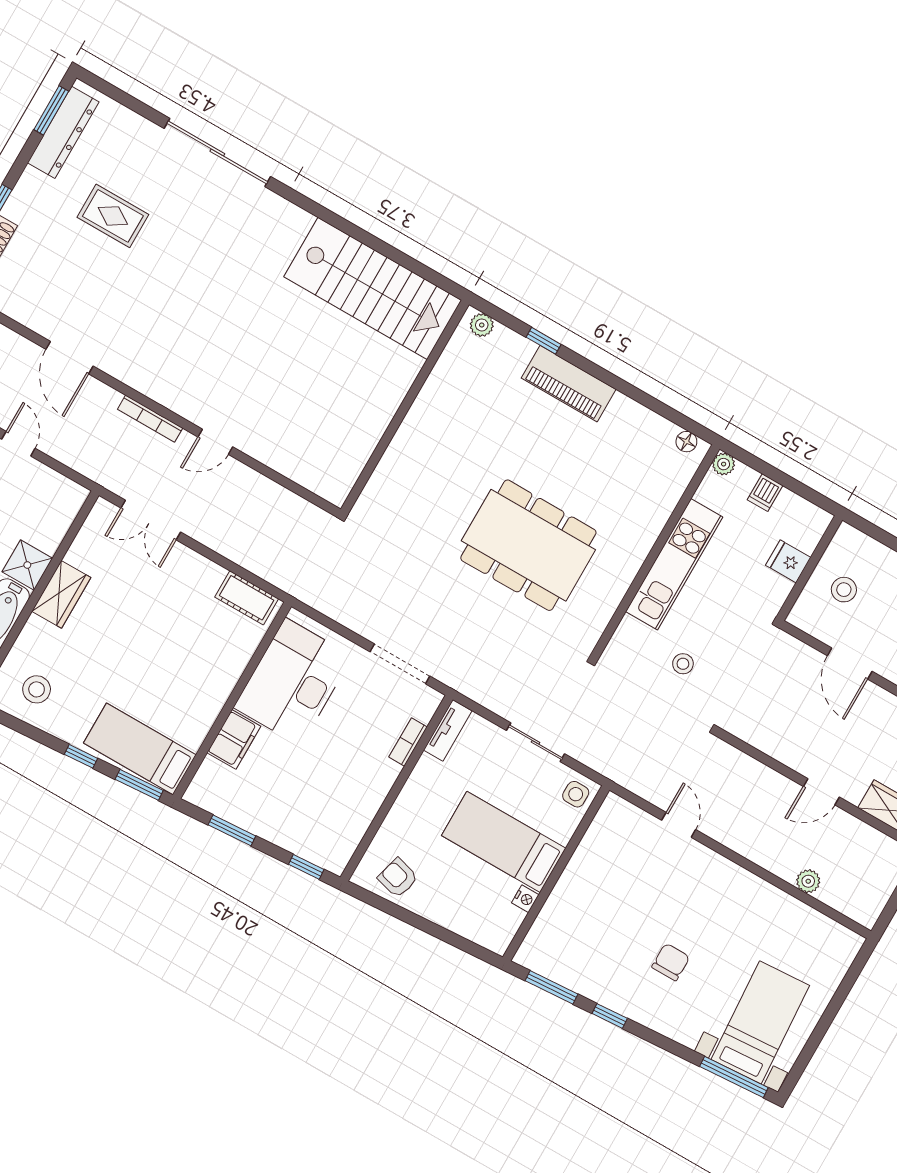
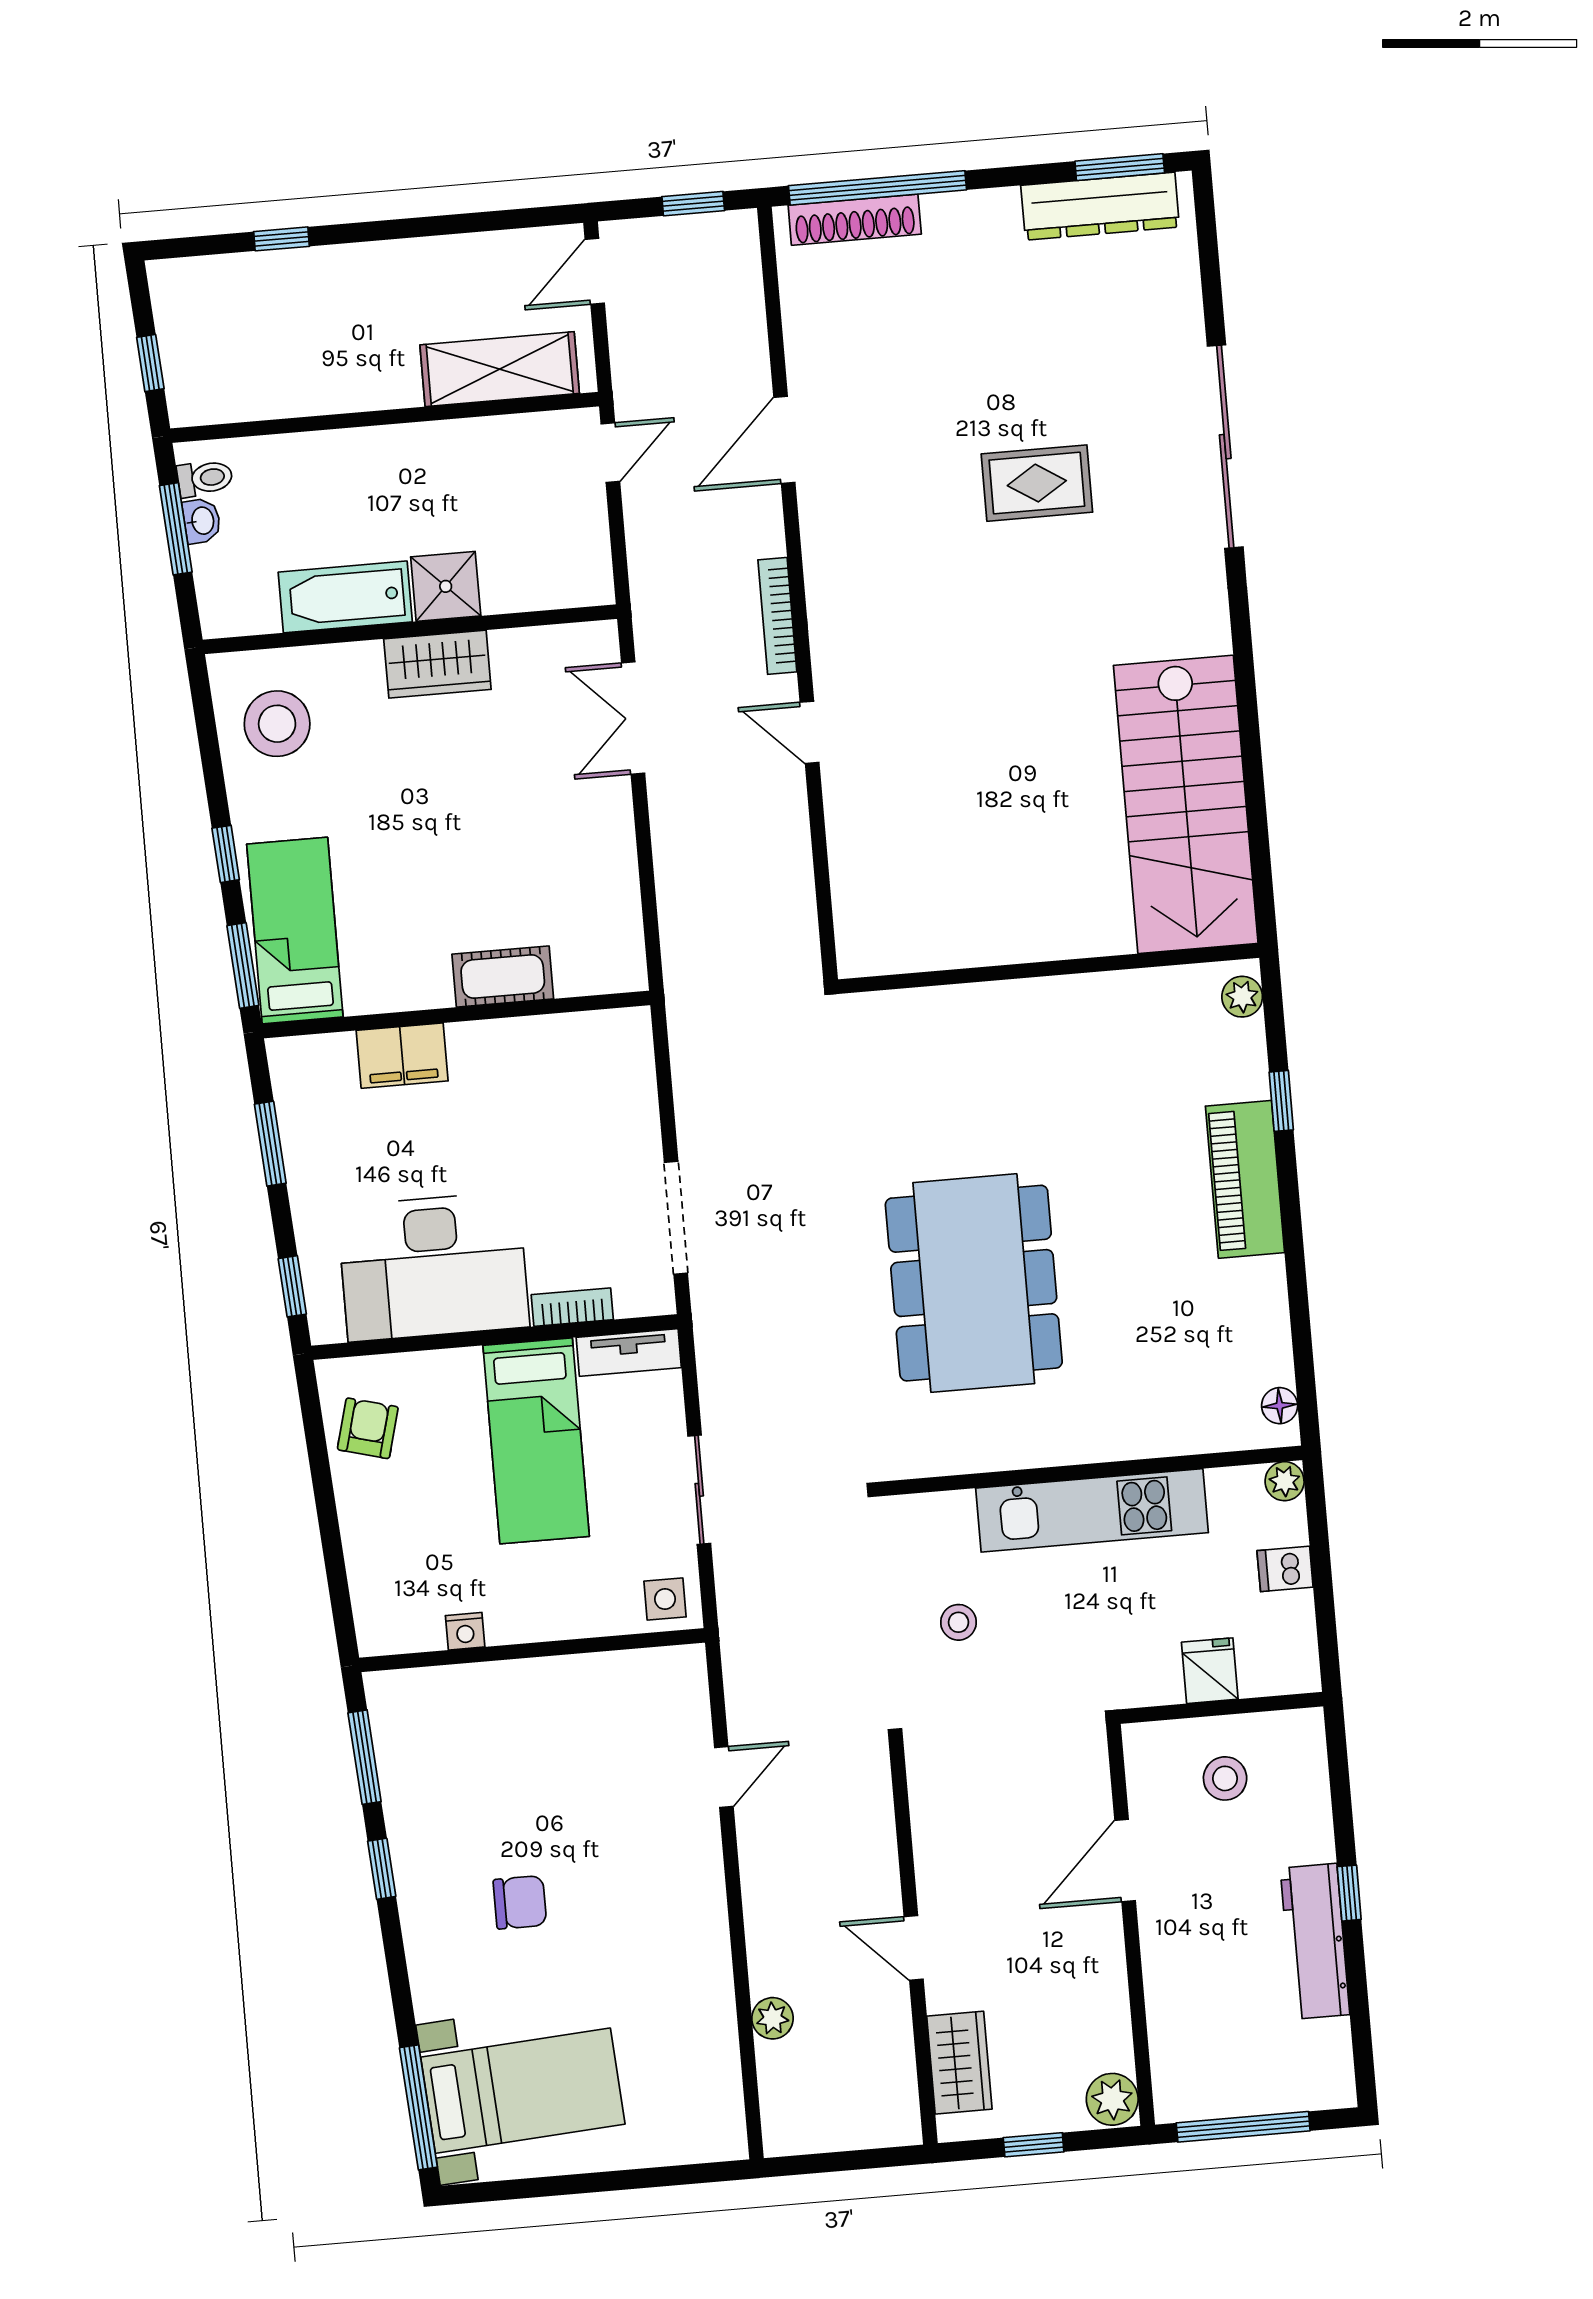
rug: (113, 216) -> (1037, 483), moved, turned 90
cot: (247, 598) -> (503, 977), moved, turned 90
desk: (293, 682) -> (433, 1267), moved, turned 180
stool: (37, 689) -> (277, 724), width x1.38, depth x1.38
bed: (504, 842) -> (536, 1441), moved, turned 180

